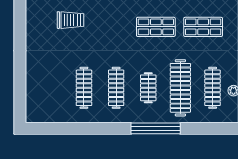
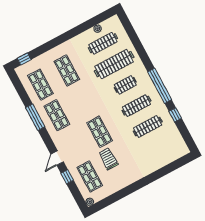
shop shelf: (156, 27) -> (100, 132), moved
window: (80, 128) -> (175, 115), added
window: (156, 128) -> (160, 86), moved

